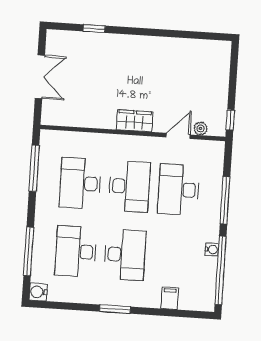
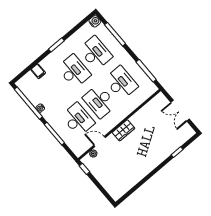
door: (178, 136) -> (100, 141), swing flipped
desk: (125, 255) -> (74, 71), turned 180

